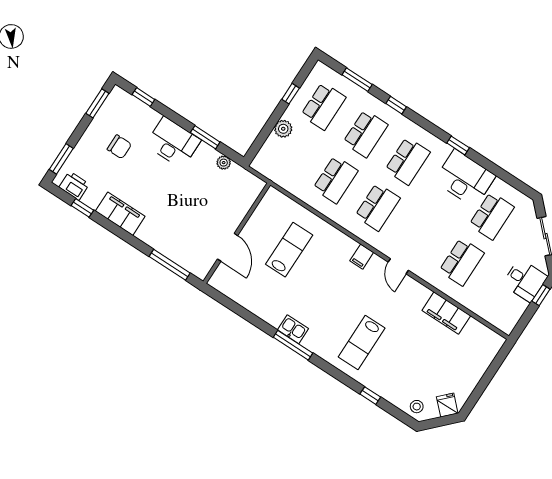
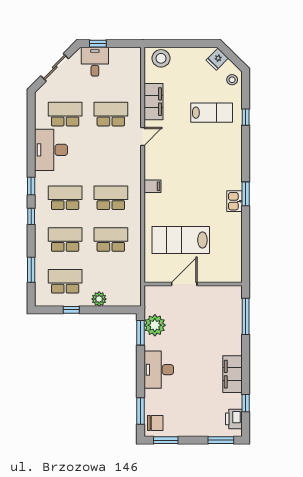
window: (143, 97) -> (141, 411), width x1.50
window: (396, 105) -> (31, 216), moved
window: (205, 137) -> (141, 333), moved
window: (458, 145) -> (31, 186), moved
chair: (119, 147) -> (155, 423), moved, turned 90
plant: (224, 163) -> (155, 325), width x1.88, depth x1.88
door: (228, 247) -> (184, 284), moved
lab bench: (289, 250) -> (181, 240), width x1.36, depth x1.39
door: (398, 266) -> (143, 136), moved
lab bench: (362, 343) -> (212, 113), moved
window: (293, 345) -> (246, 194), width x0.69
stool: (485, 349) -> (161, 58), added

